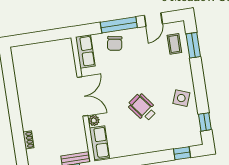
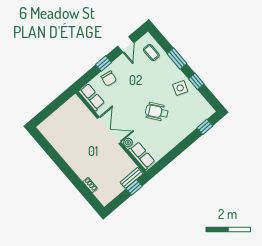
window: (119, 25) -> (104, 63), width x0.46
window: (193, 45) -> (177, 59), moved
window: (205, 122) -> (196, 81), moved

